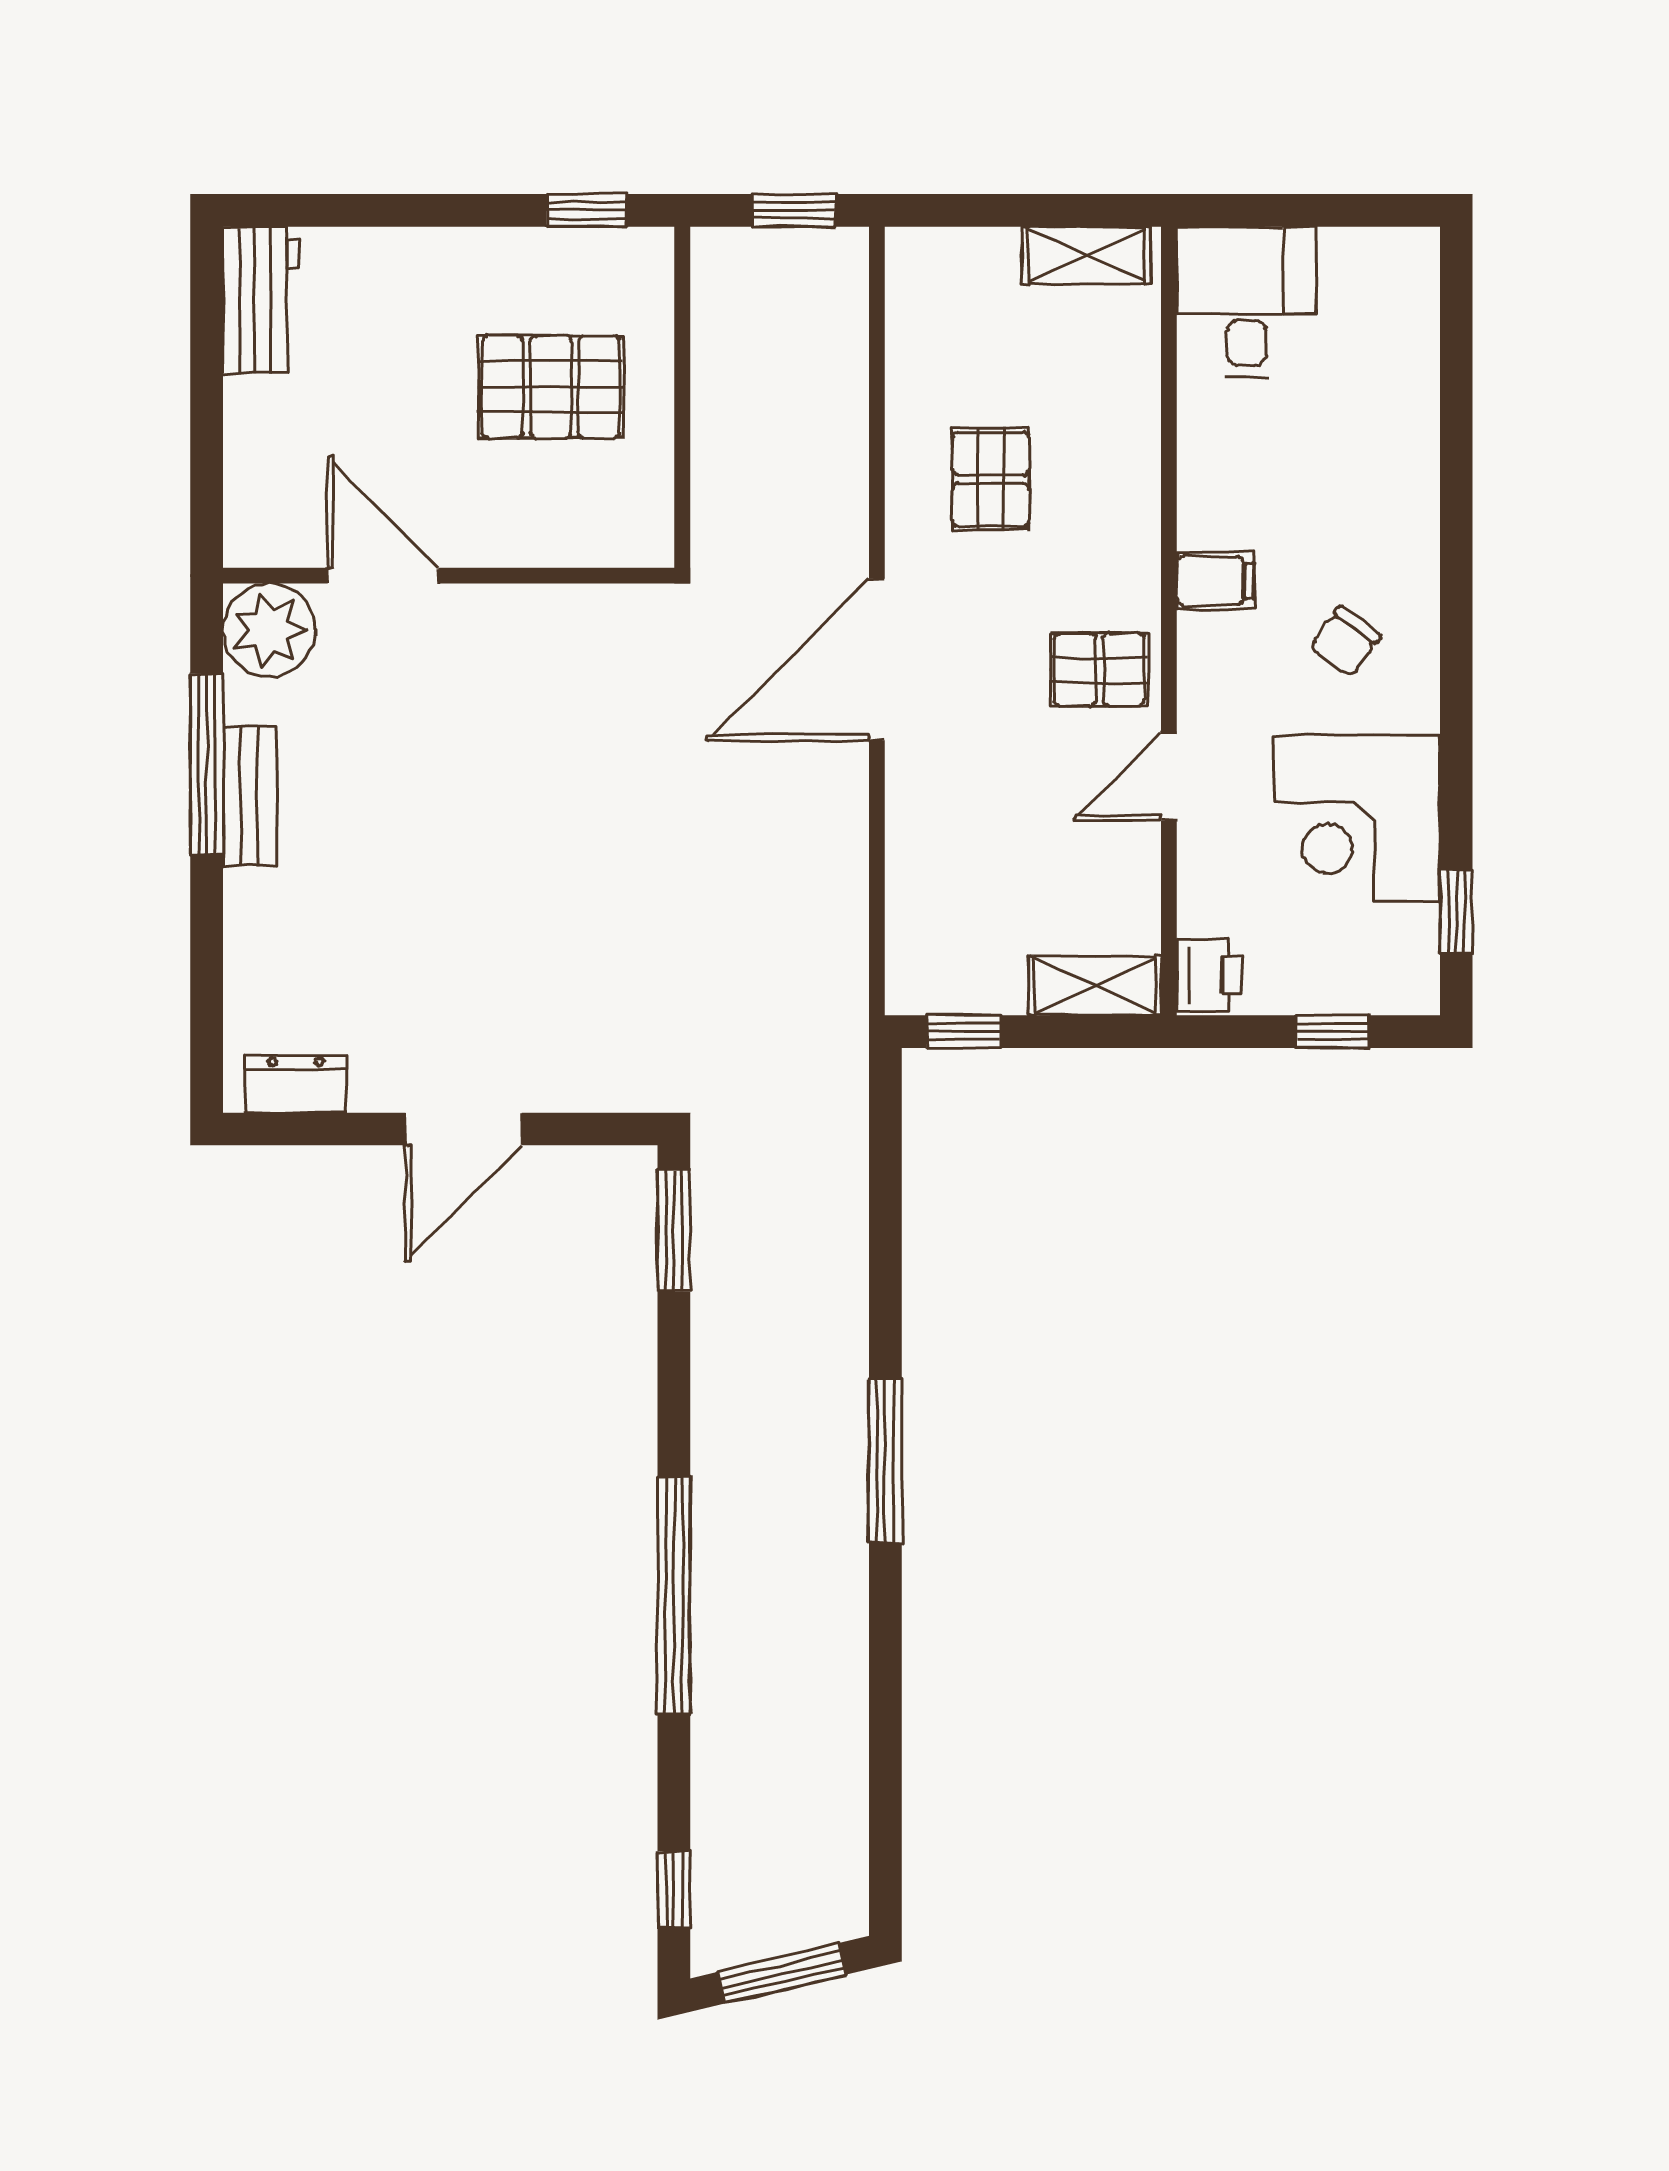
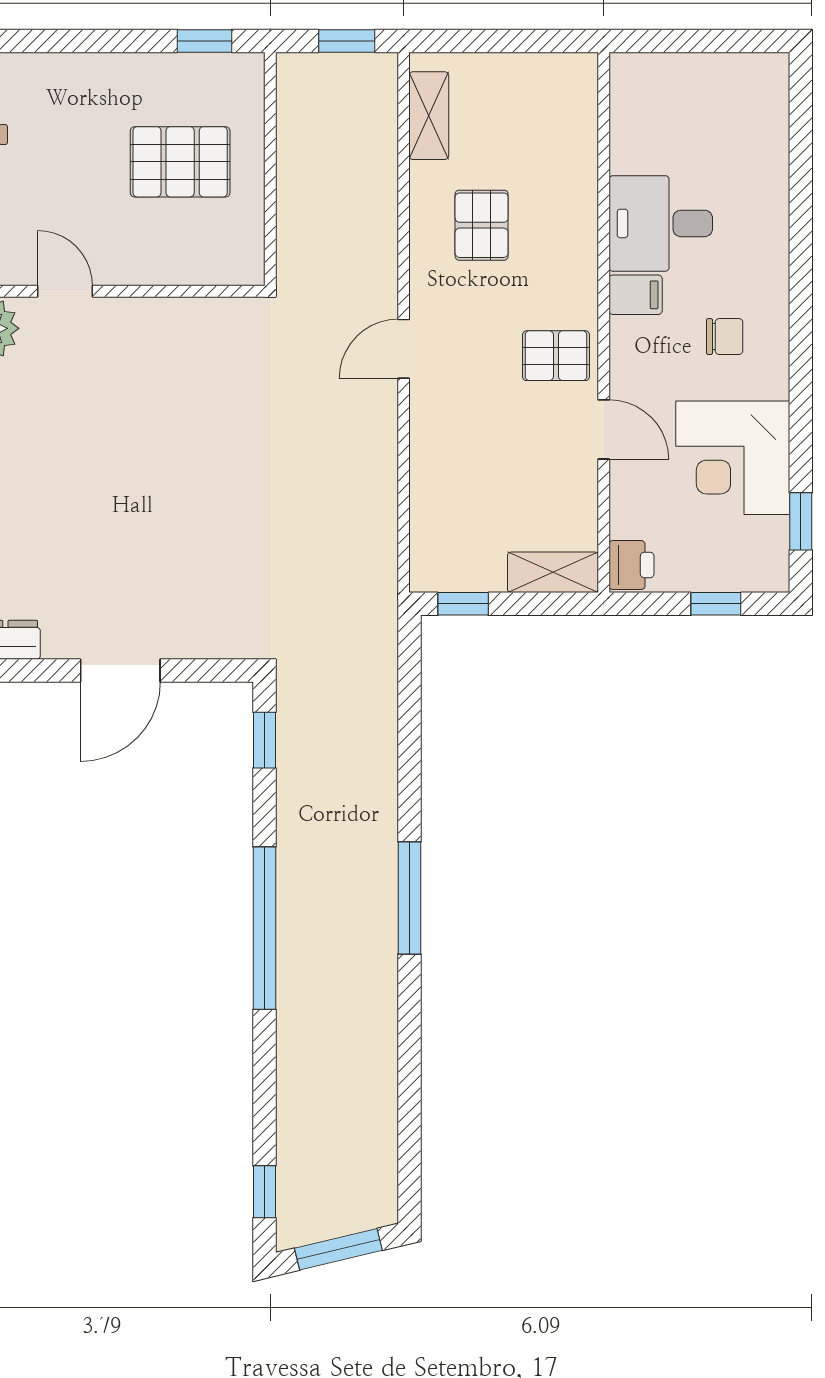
shelving: (1087, 255) -> (429, 116), moved, turned 90
desk: (1246, 302) -> (661, 223), moved, turned -90
door: (383, 576) -> (65, 291), width x0.73
chair: (1345, 642) -> (725, 337), turned -126
door: (877, 660) -> (404, 349), width x0.53
door: (1169, 777) -> (604, 429), swing flipped
window: (674, 1230) -> (264, 740), width x0.67
window: (674, 1595) -> (264, 928), moved

